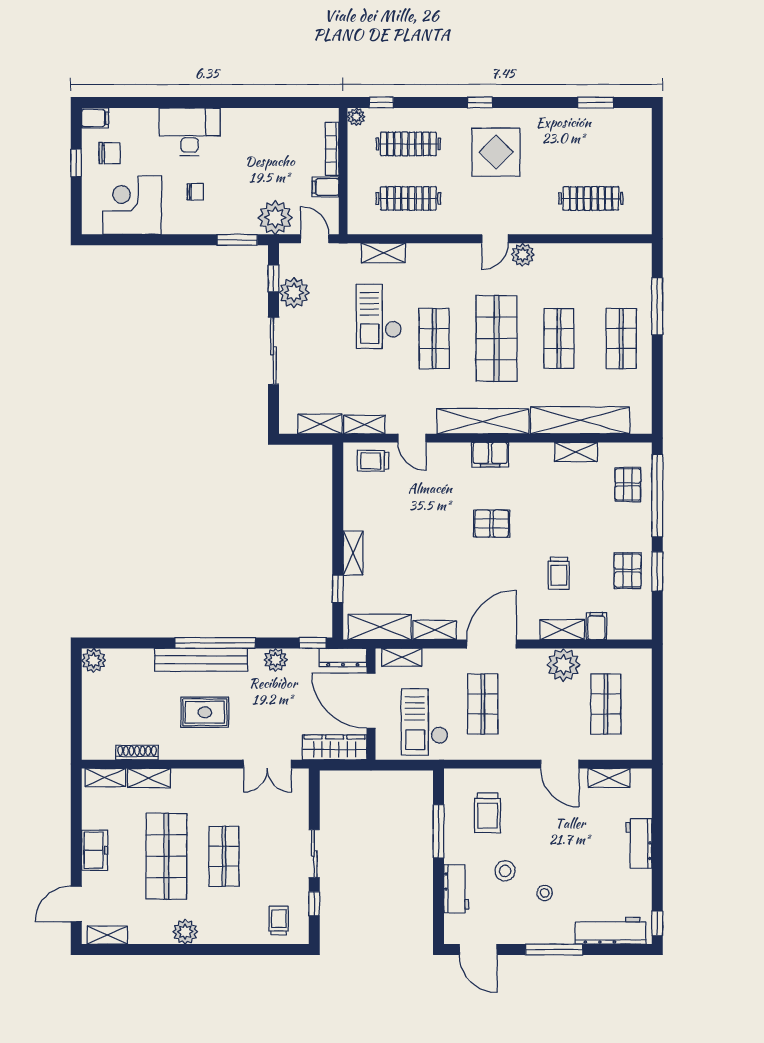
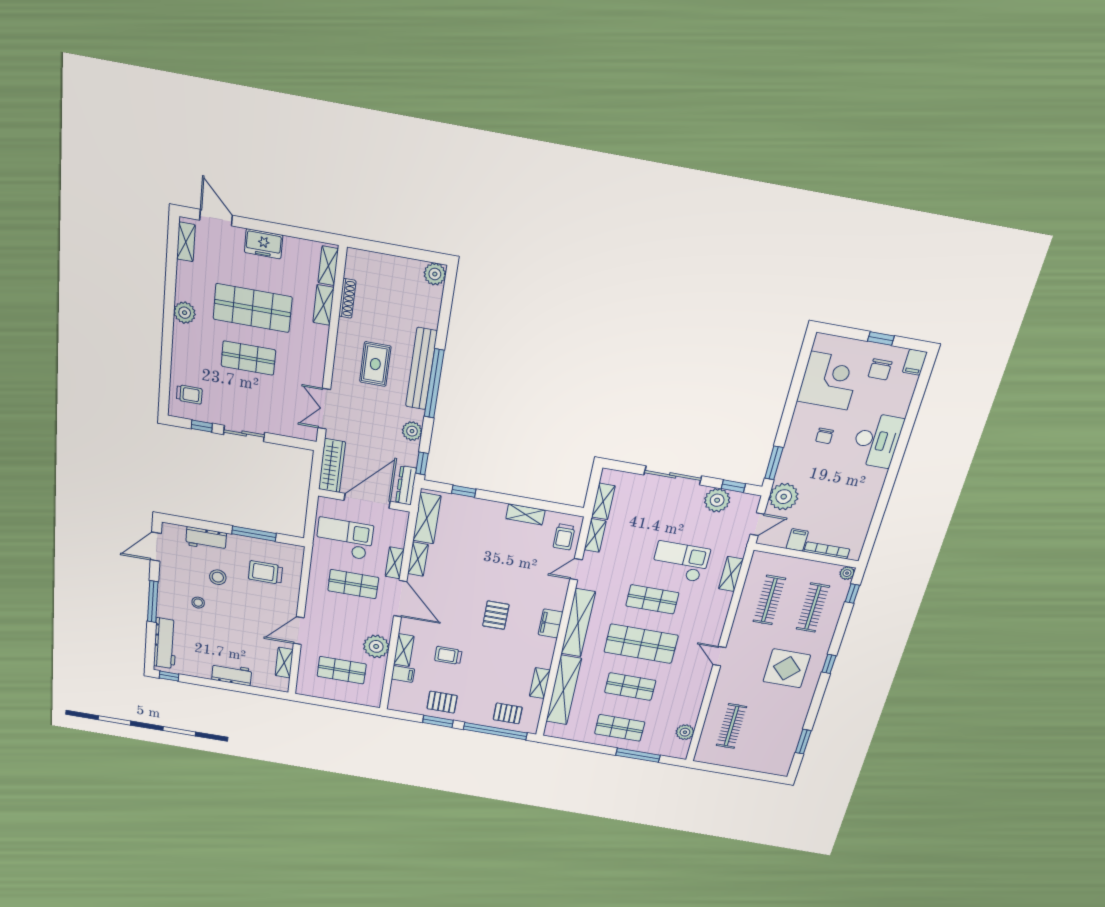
plant: (523, 255) -> (685, 732), moved
trolley: (373, 461) -> (564, 537), turned 180
shelving: (353, 553) -> (525, 514), moved
shelving: (402, 657) -> (395, 563), moved

